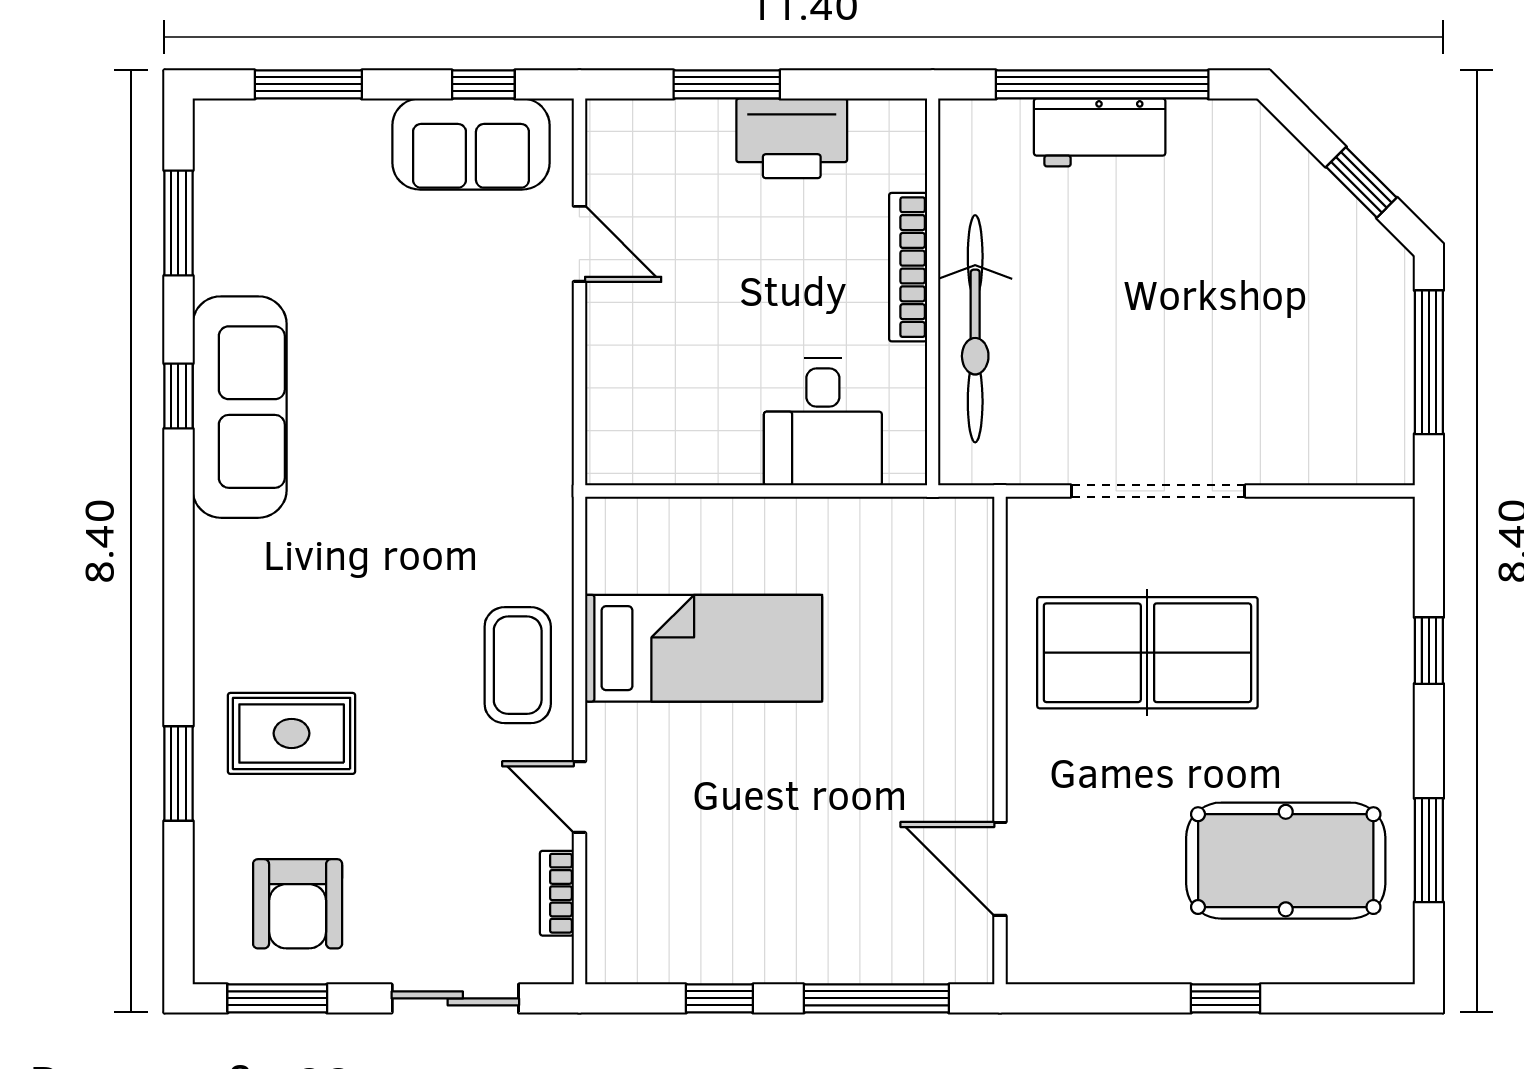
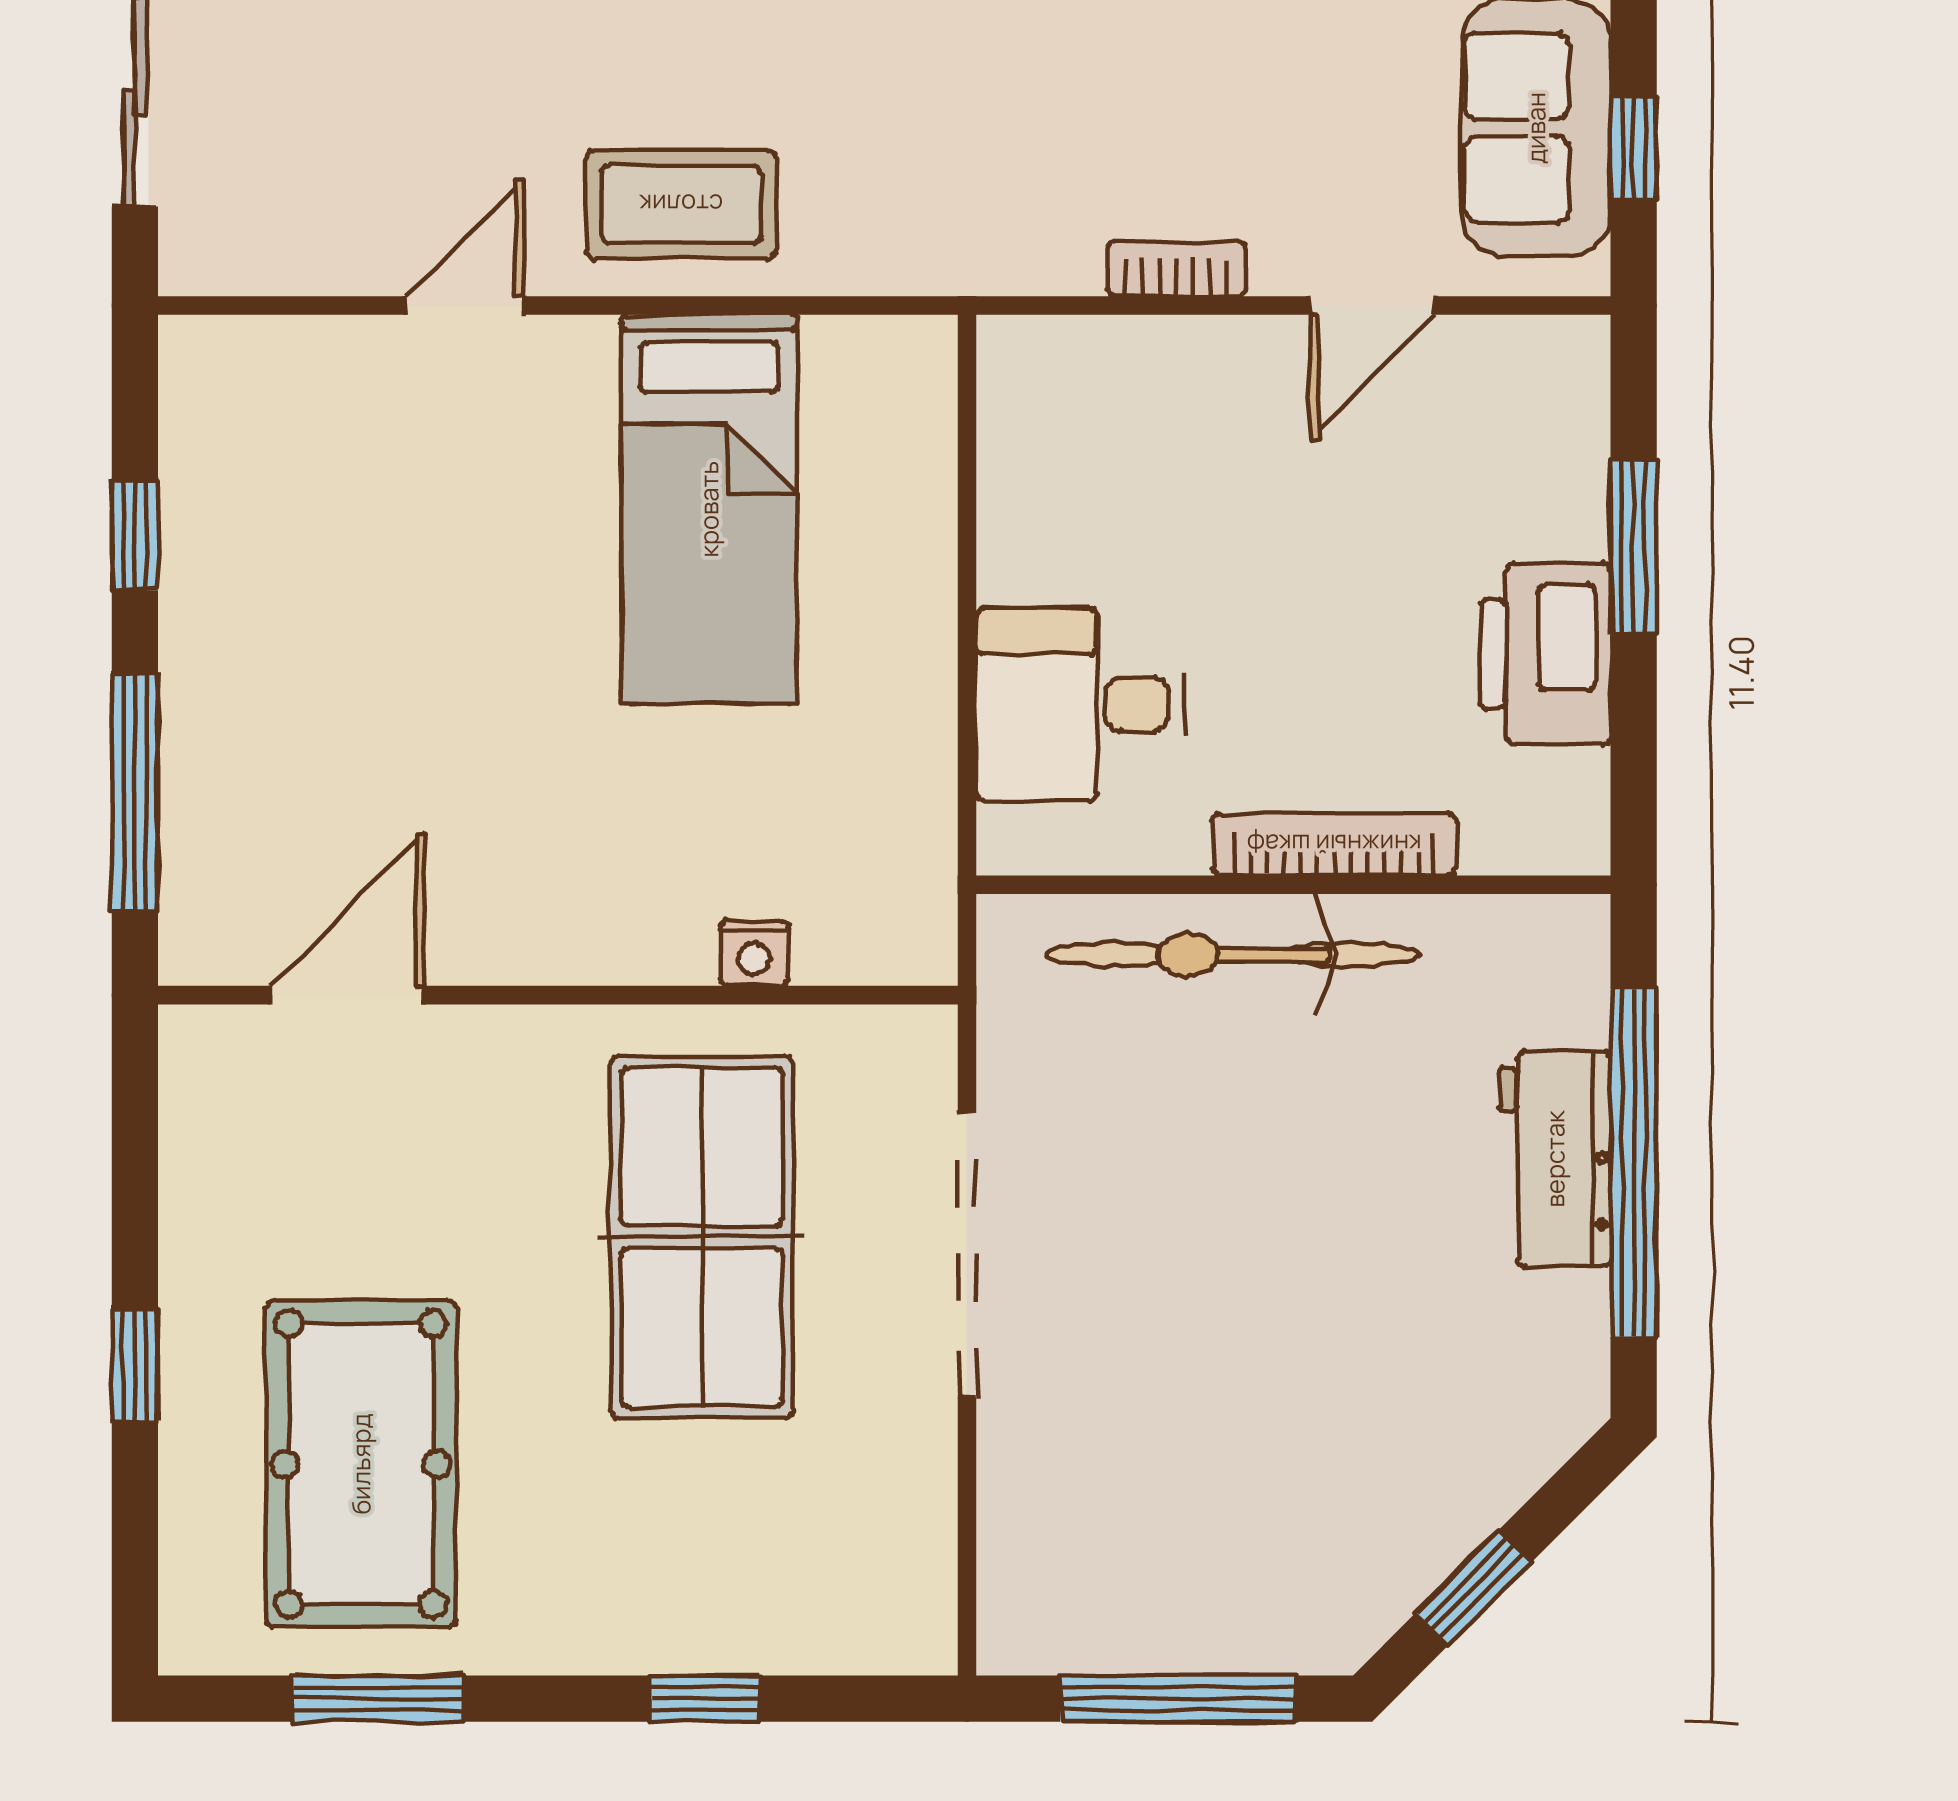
nightstand: (974, 621) -> (754, 953), added
bookcase: (557, 893) -> (1176, 269), moved

